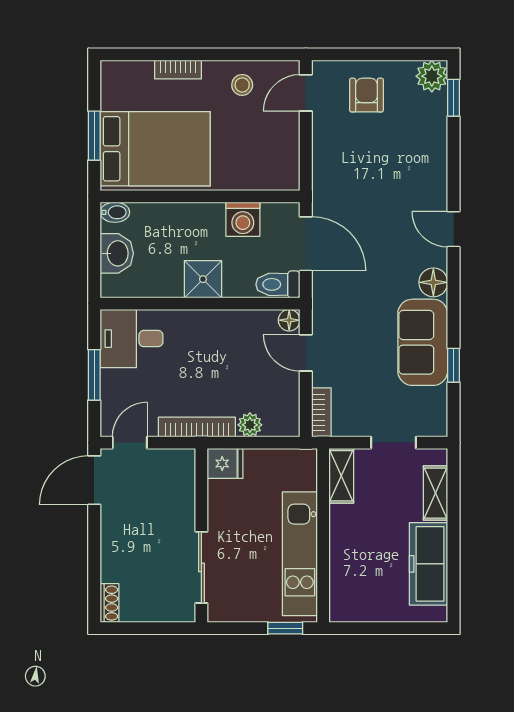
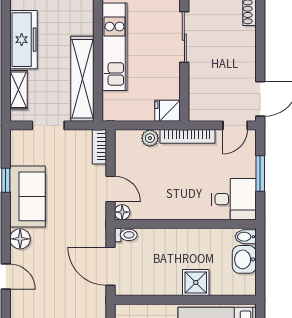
bidet: (115, 212) -> (246, 237), moved
washing machine: (243, 219) -> (155, 284), removed
shower: (203, 279) -> (196, 282), moved
toilet: (278, 284) -> (126, 235), width x0.73, depth x0.72
shelving: (341, 476) -> (82, 79), width x2.20, depth x1.33

